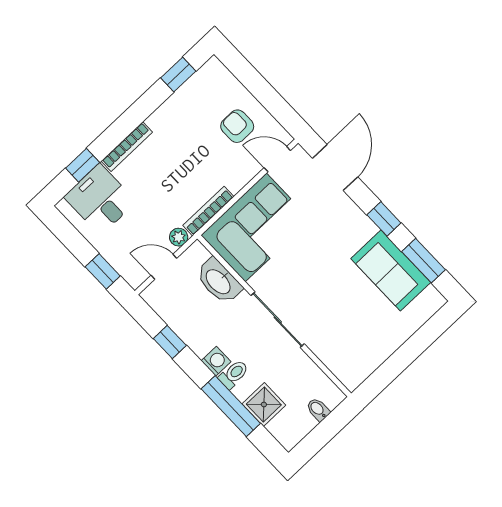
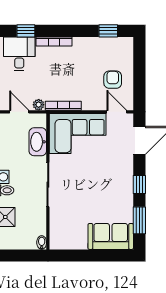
sofa: (391, 270) -> (111, 236), moved, turned 90
bidet: (318, 409) -> (42, 243), moved

